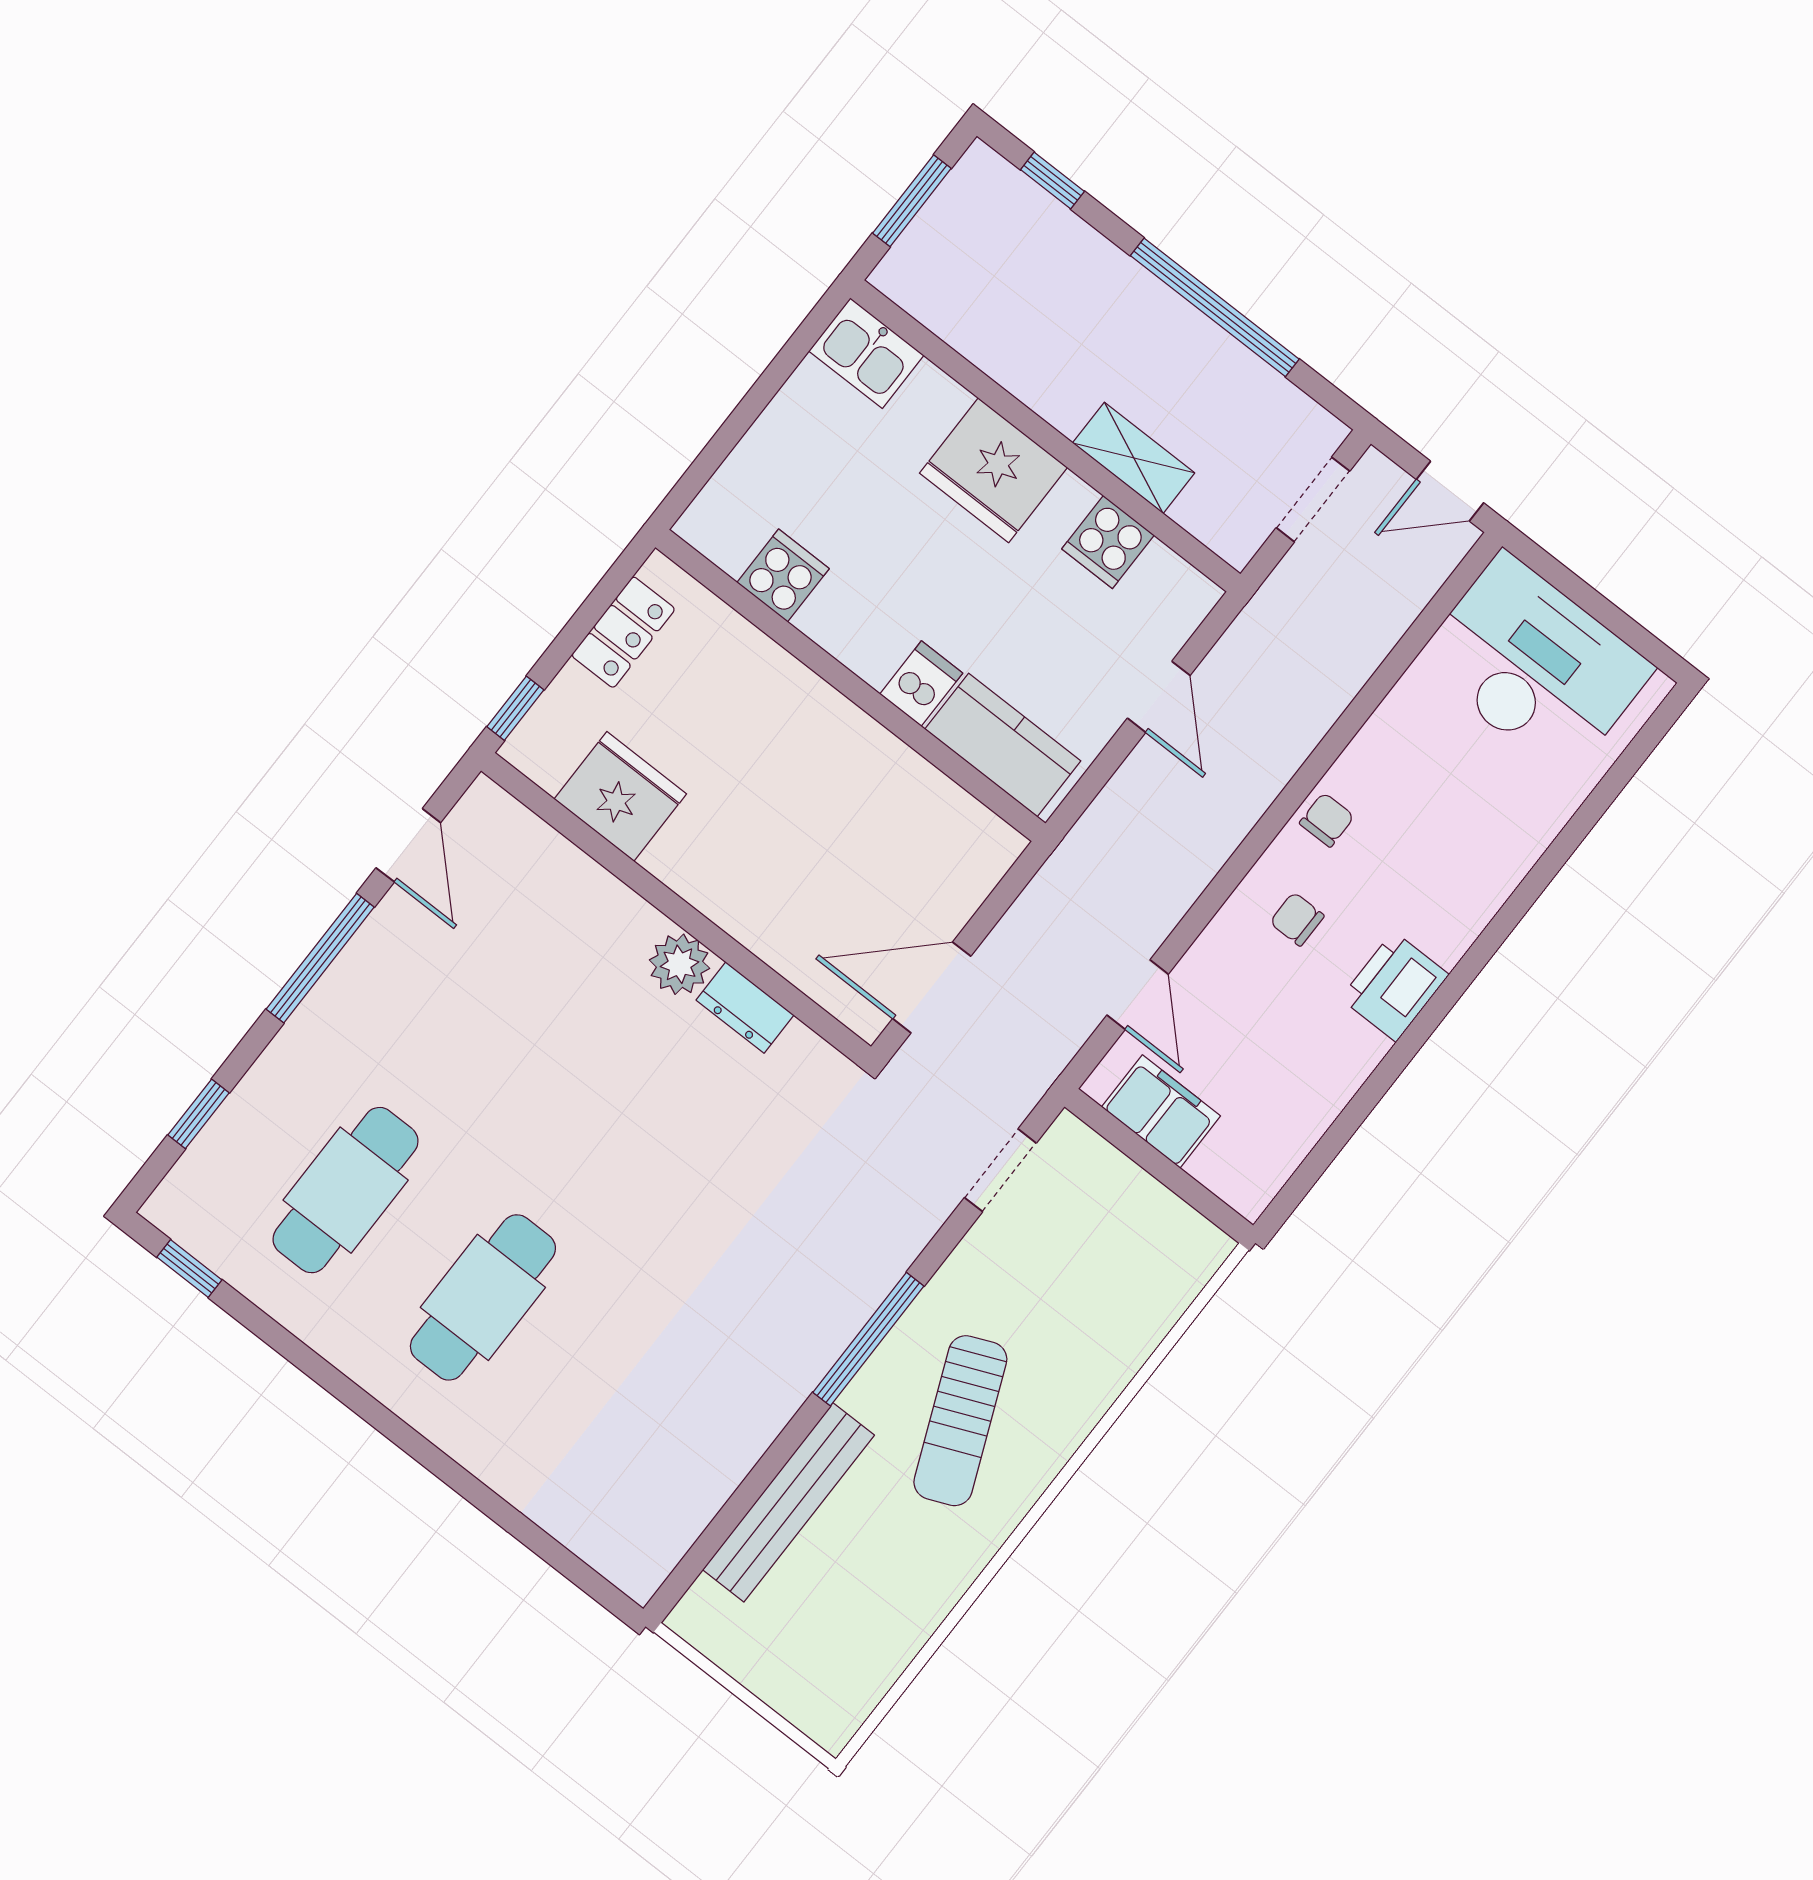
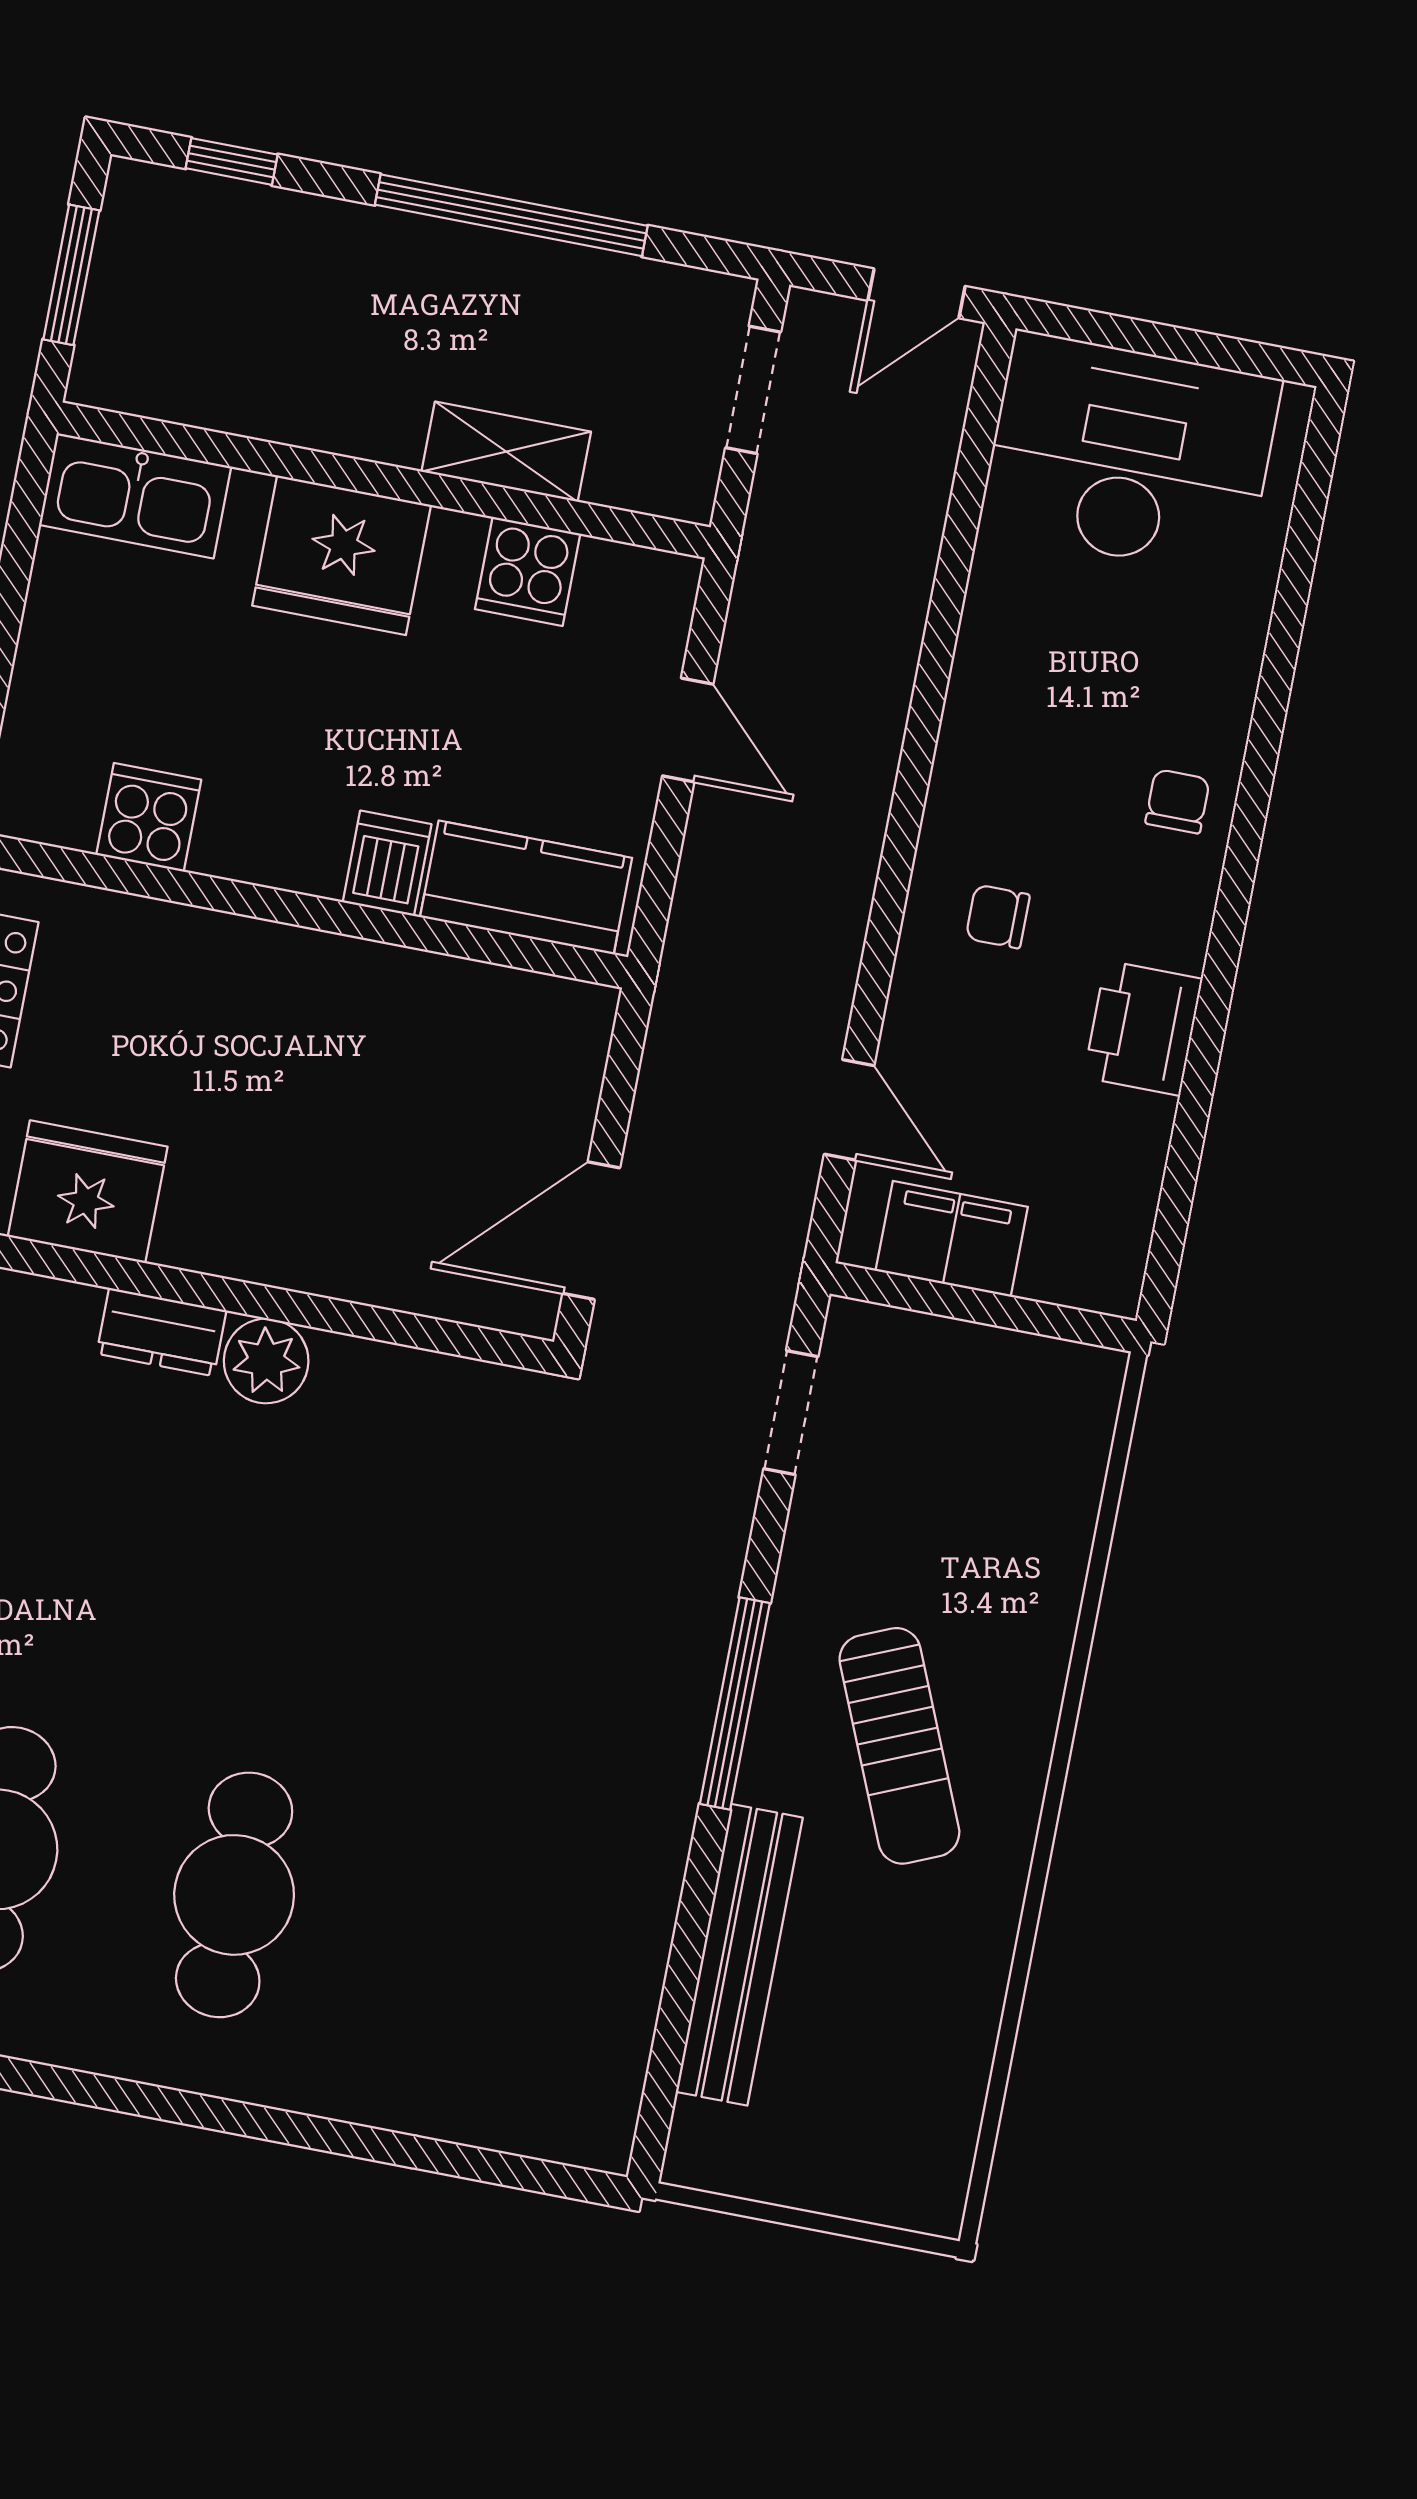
kitchen sink: (866, 353) -> (135, 496), width x1.38
chair: (1327, 820) -> (1178, 801), moved
printer: (1395, 987) -> (1143, 1028), moved
dresser: (745, 1008) -> (161, 1332), moved

